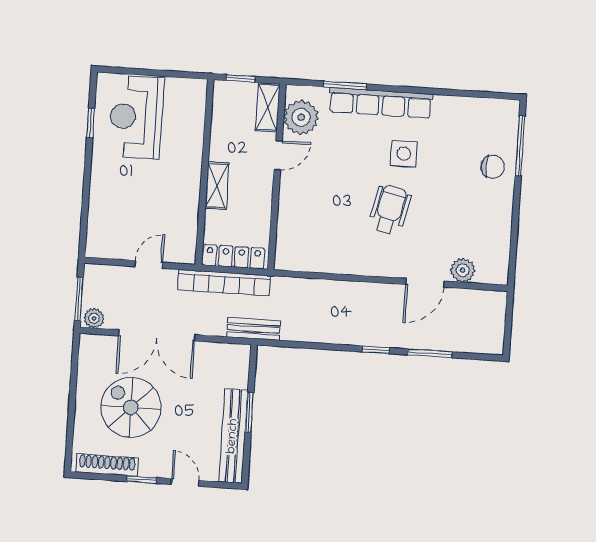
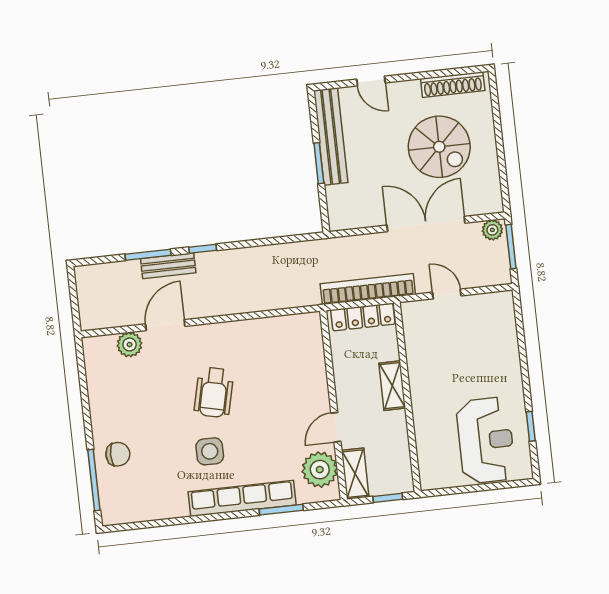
chair: (493, 167) -> (118, 454), turned 180
door: (149, 264) -> (447, 294), swing flipped
bench: (253, 329) -> (168, 266), moved
window: (142, 479) -> (415, 76), removed

